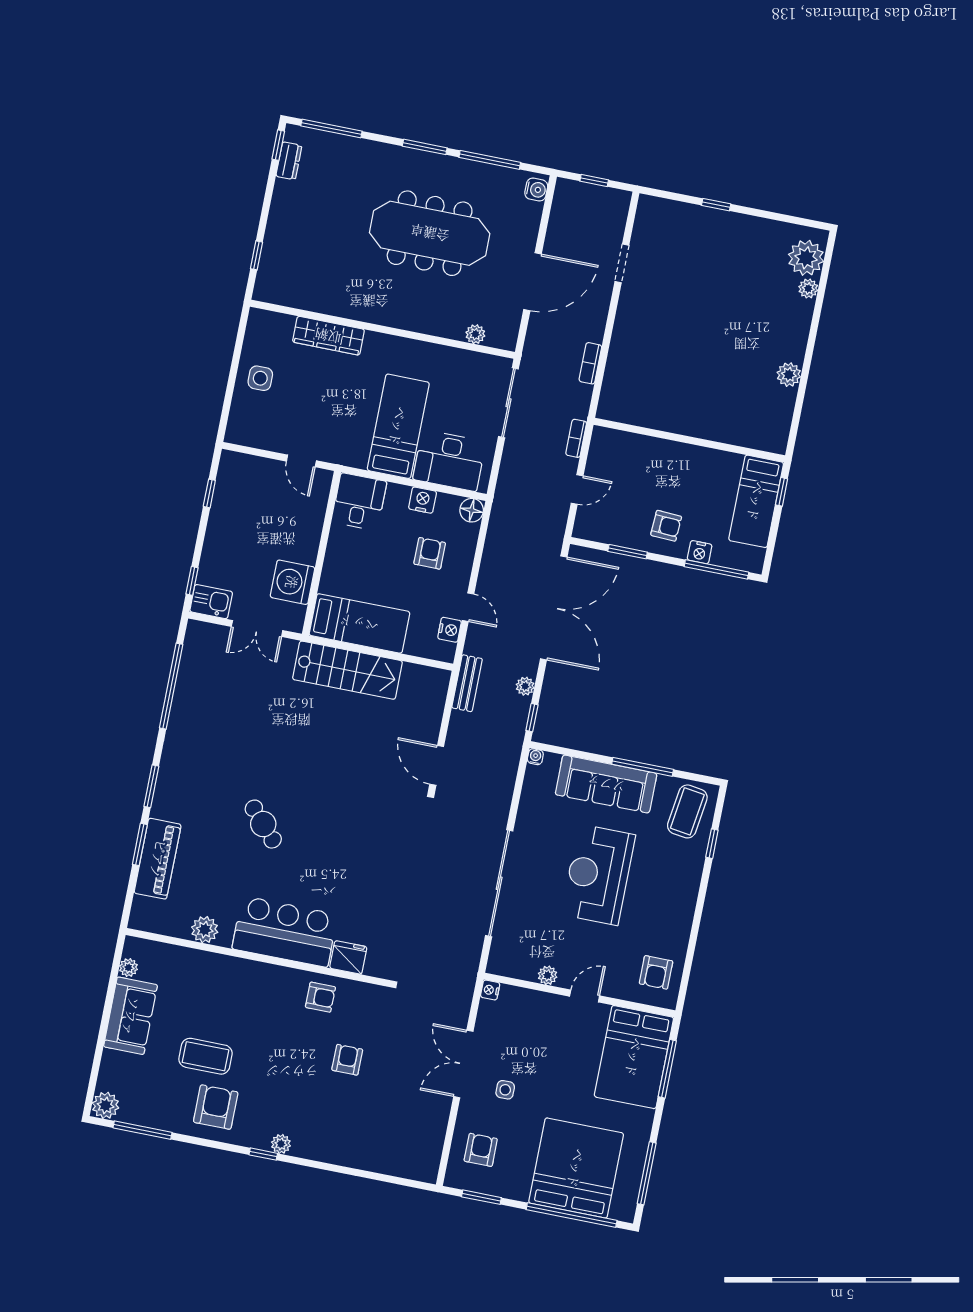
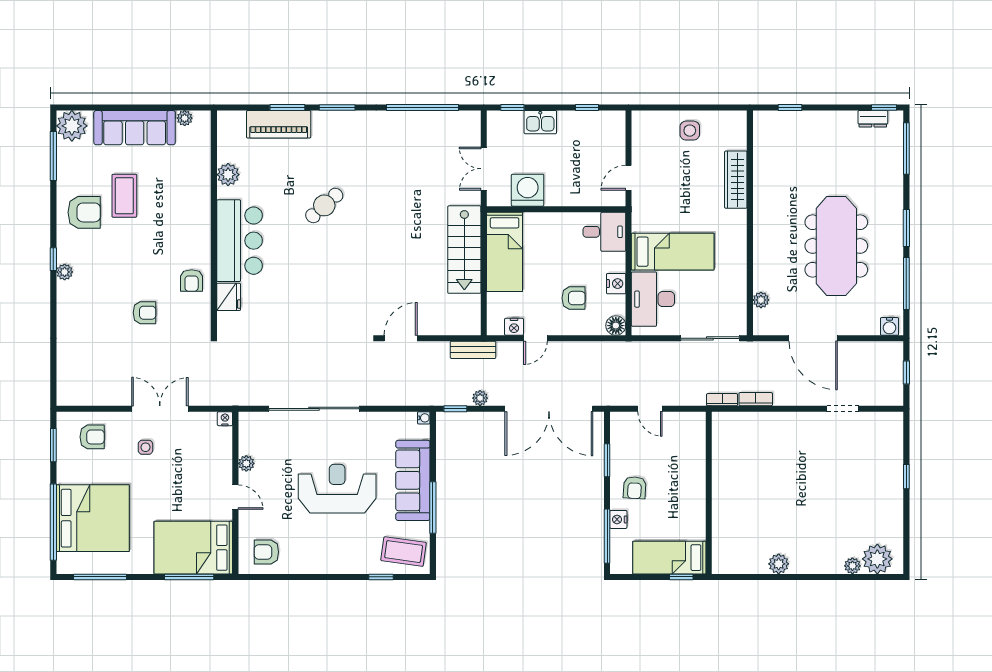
bookcase: (576, 438) -> (722, 400), moved
kitchen sink: (211, 602) -> (540, 122), moved, turned 90
sofa: (131, 1016) -> (135, 128), width x1.36
plant: (106, 1105) -> (72, 126), width x1.36, depth x1.36

